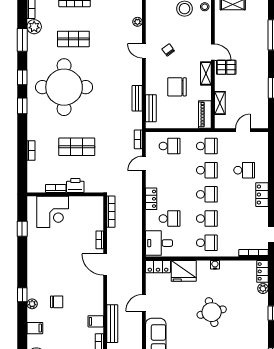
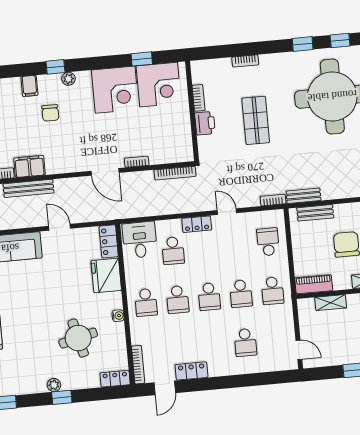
bench: (137, 98) -> (303, 196), moved
door: (243, 130) -> (299, 350), moved
school desk: (170, 146) -> (268, 242), turned 180
door: (144, 163) -> (227, 212), moved
locker: (262, 195) -> (191, 371), moved
corner desk: (53, 212) -> (159, 85), moved, turned -90
corner desk: (44, 251) -> (115, 90), added
door: (105, 265) -> (105, 172), swing flipped
plant: (263, 289) -> (54, 385), moved
plant: (32, 304) -> (68, 79), moved
round table: (212, 312) -> (78, 338), moved
filing cabinet: (96, 321) -> (30, 166), width x2.00
filing cabinet: (35, 328) -> (29, 86), moved

